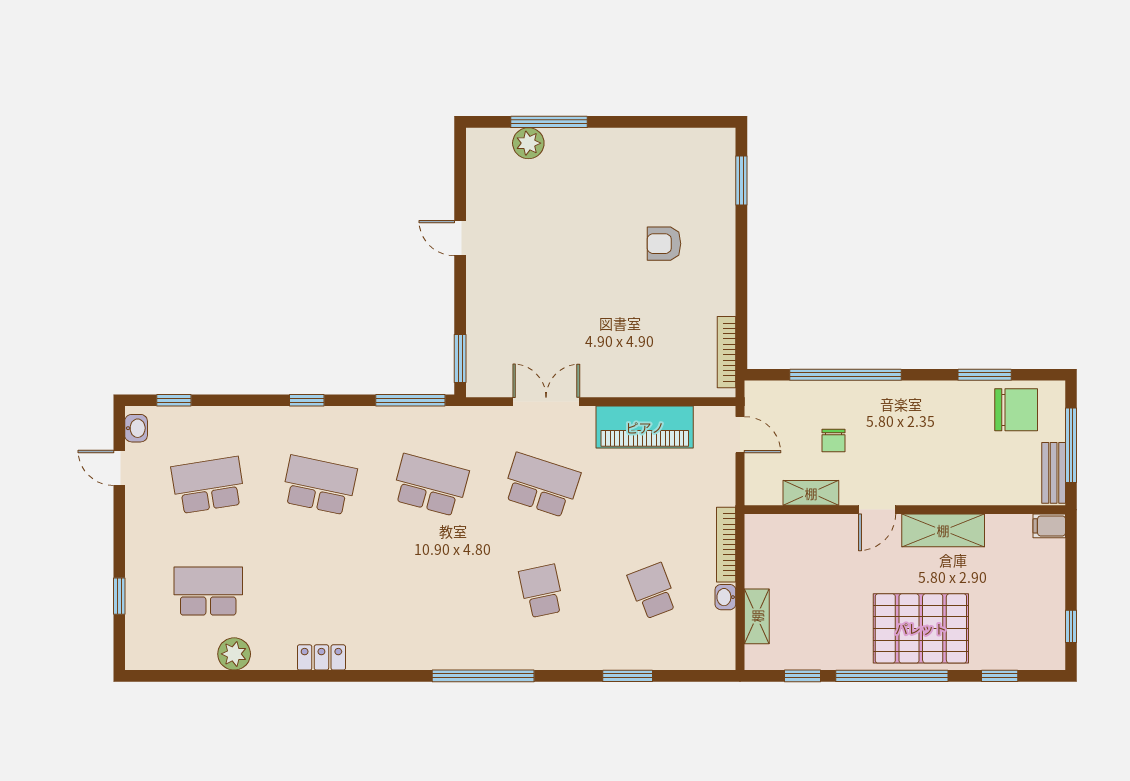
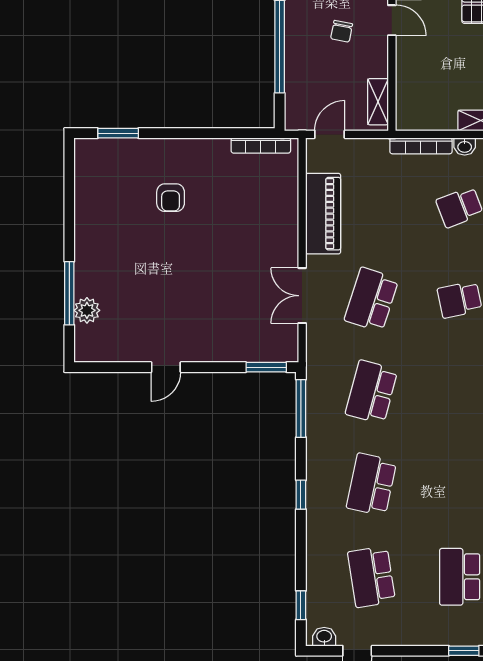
chair: (834, 441) -> (342, 31), moved, turned 101
shelving: (811, 493) -> (378, 102), moved

